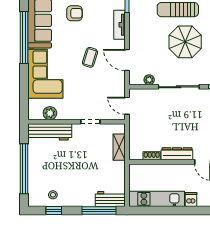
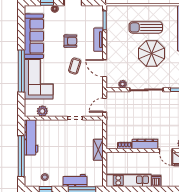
armchair: (74, 13) -> (70, 41), moved
window: (24, 37) -> (21, 71), moved
door: (127, 106) -> (105, 105), hinge flipped
workbench: (50, 132) -> (31, 137), moved, turned -90
shelving: (119, 147) -> (98, 150), moved
workbench: (110, 199) -> (75, 181), moved

